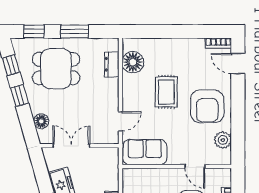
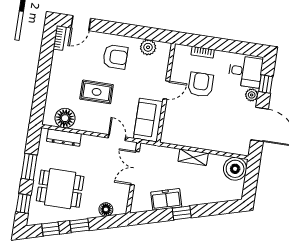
dresser: (112, 64) -> (64, 138), width x1.44
dining table: (56, 69) -> (60, 189), turned 90
armchair: (207, 106) -> (115, 57), width x0.73, depth x0.73
double door: (71, 146) -> (135, 168), moved
door: (195, 167) -> (166, 90), moved

